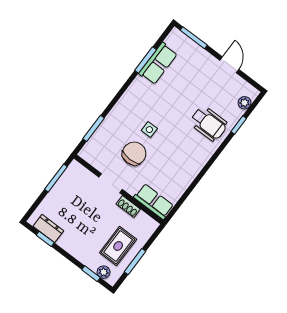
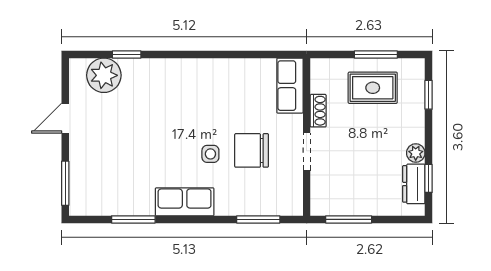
row of seats: (158, 64) -> (185, 202), moved
plant: (245, 103) -> (104, 75), width x1.88, depth x1.88
wheelchair: (209, 123) -> (151, 91), removed
plant: (104, 272) -> (416, 153), moved

